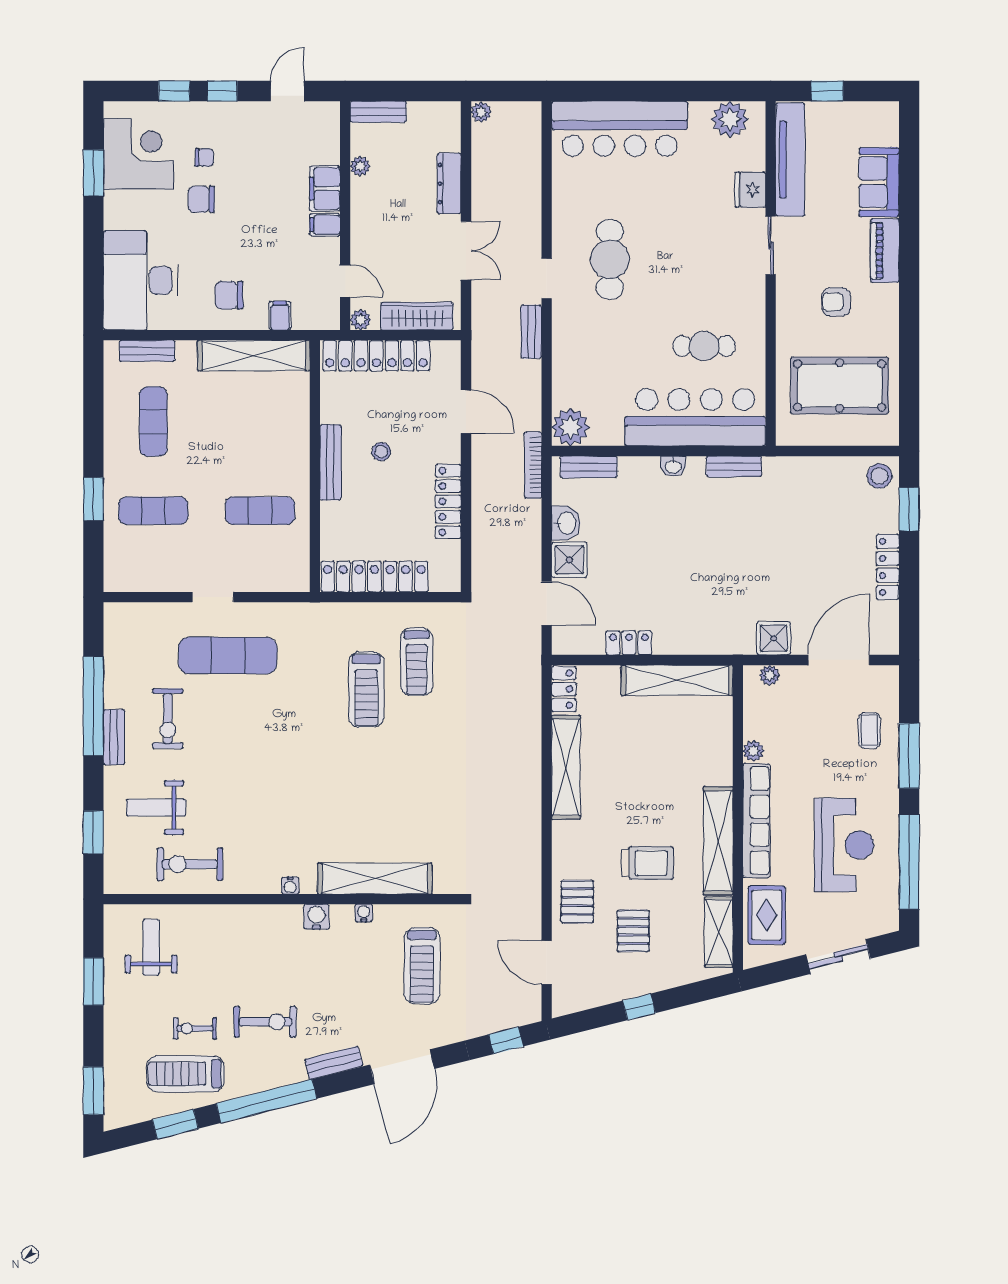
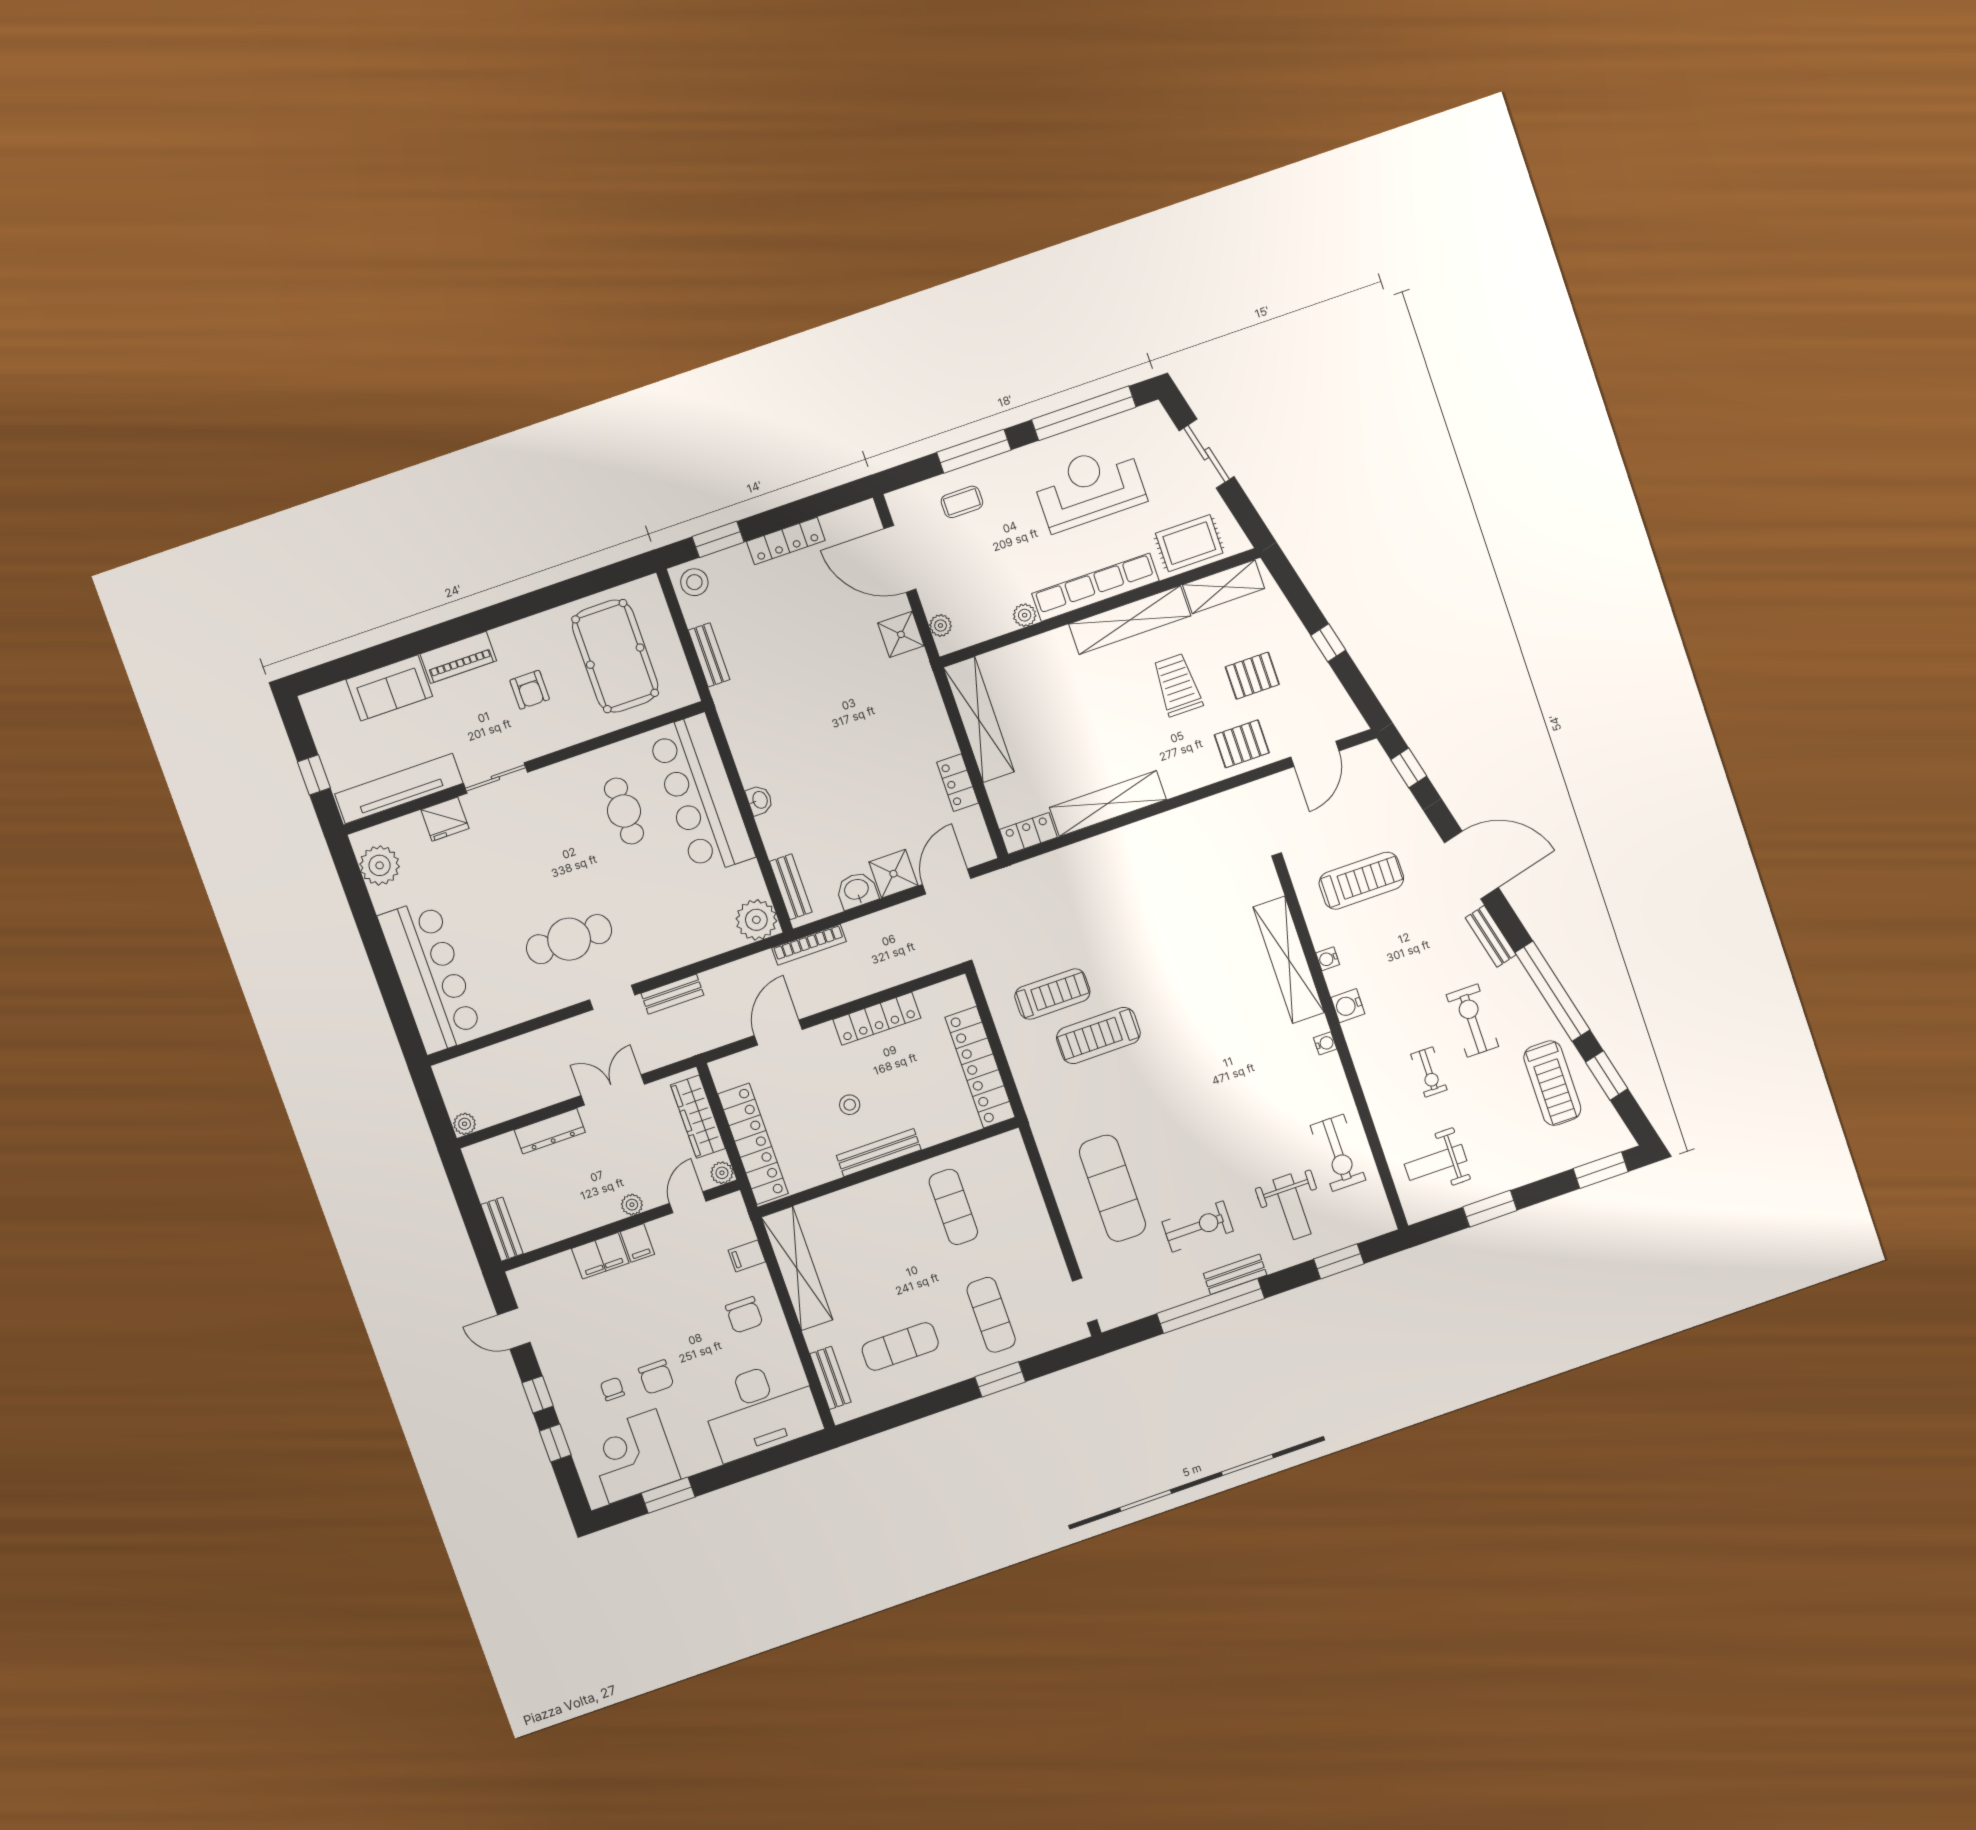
plant: (360, 166) -> (632, 1205), moved
bench: (734, 467) -> (709, 655), moved
doorway: (213, 597) -> (1085, 1300), moved
treadmill: (366, 689) -> (1098, 1036), turned 180
exercise bike: (195, 1028) -> (1429, 1072), moved

